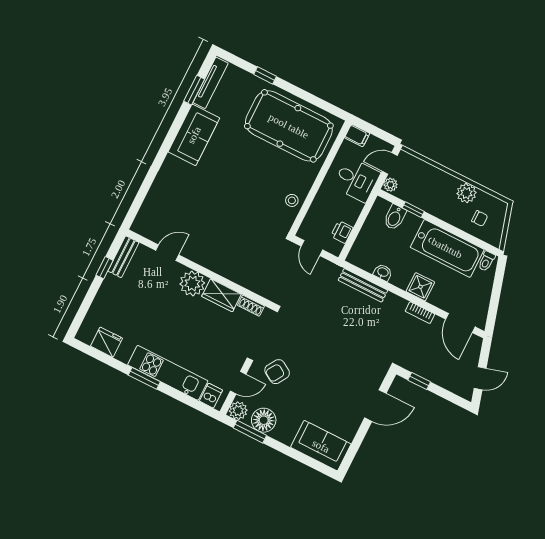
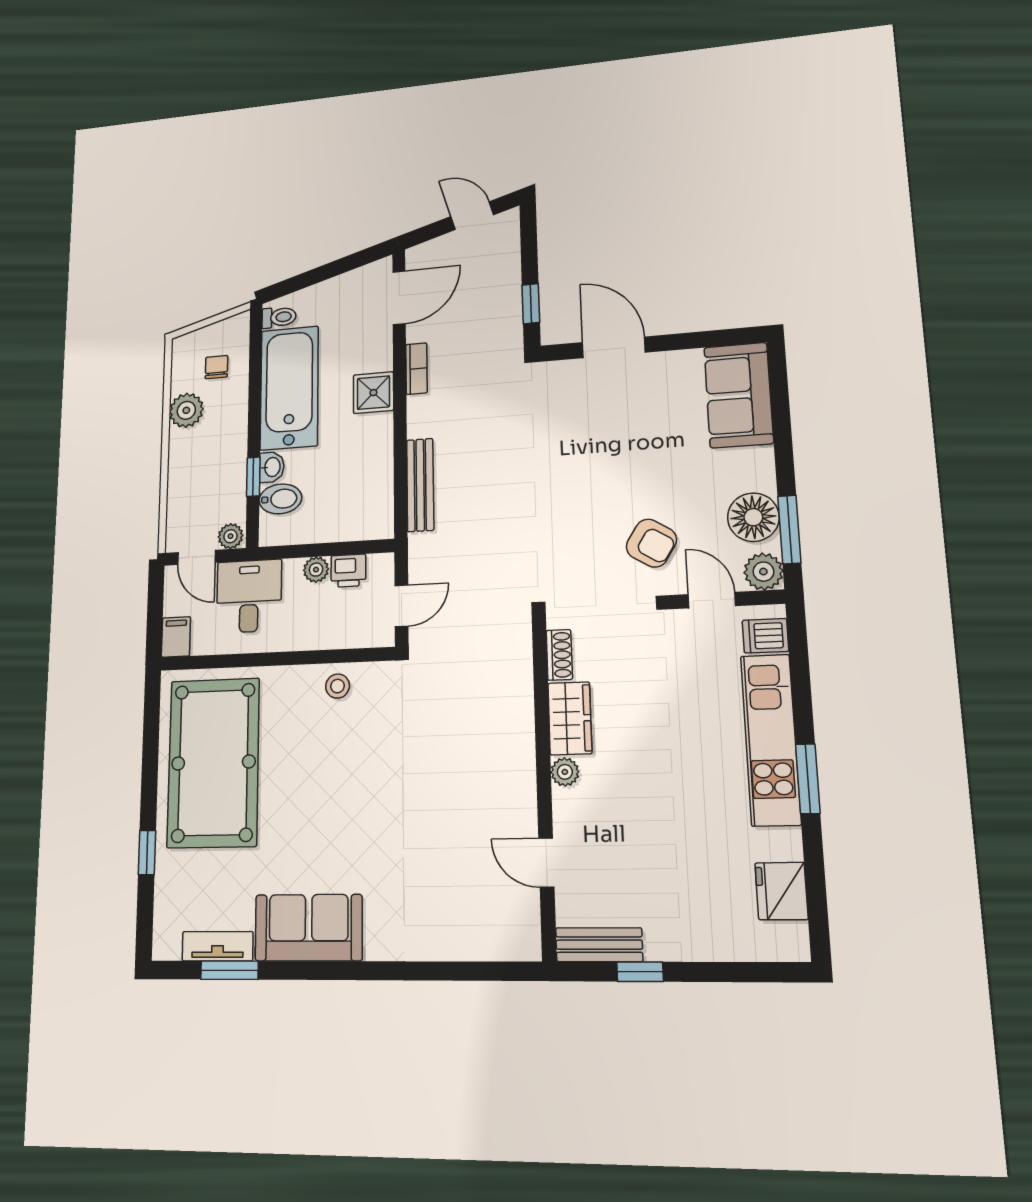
tv unit: (211, 83) -> (218, 946), width x0.71
plant: (351, 217) -> (316, 570), added
washbasin: (383, 272) -> (272, 467), moved, turned 180
plant: (192, 283) -> (565, 772), width x0.53, depth x0.53

